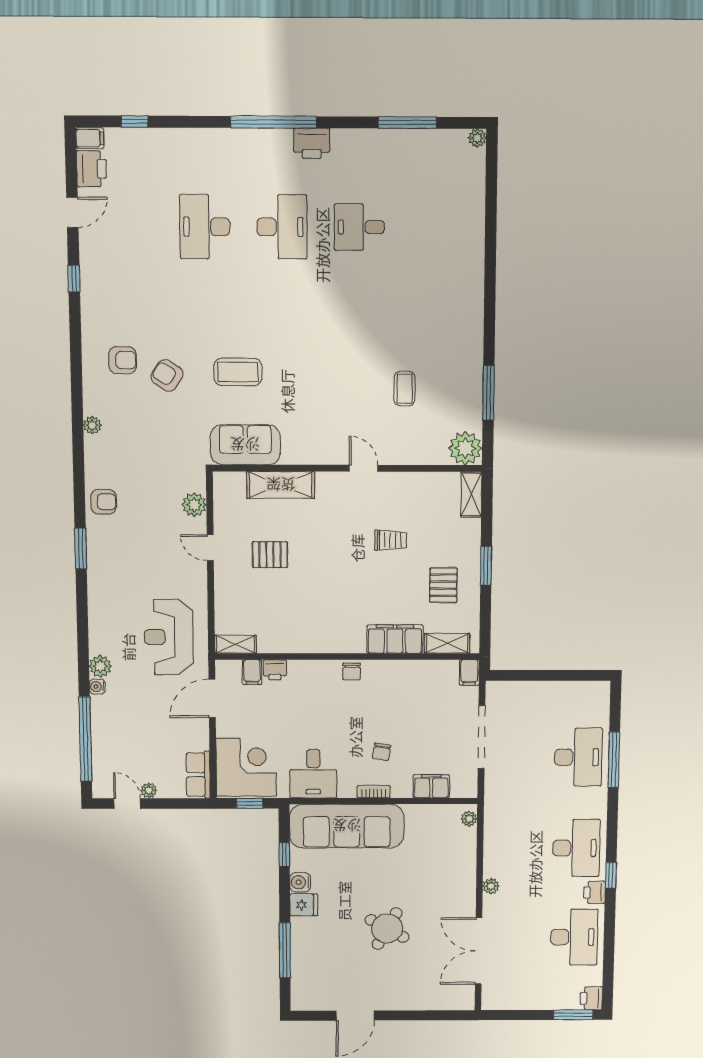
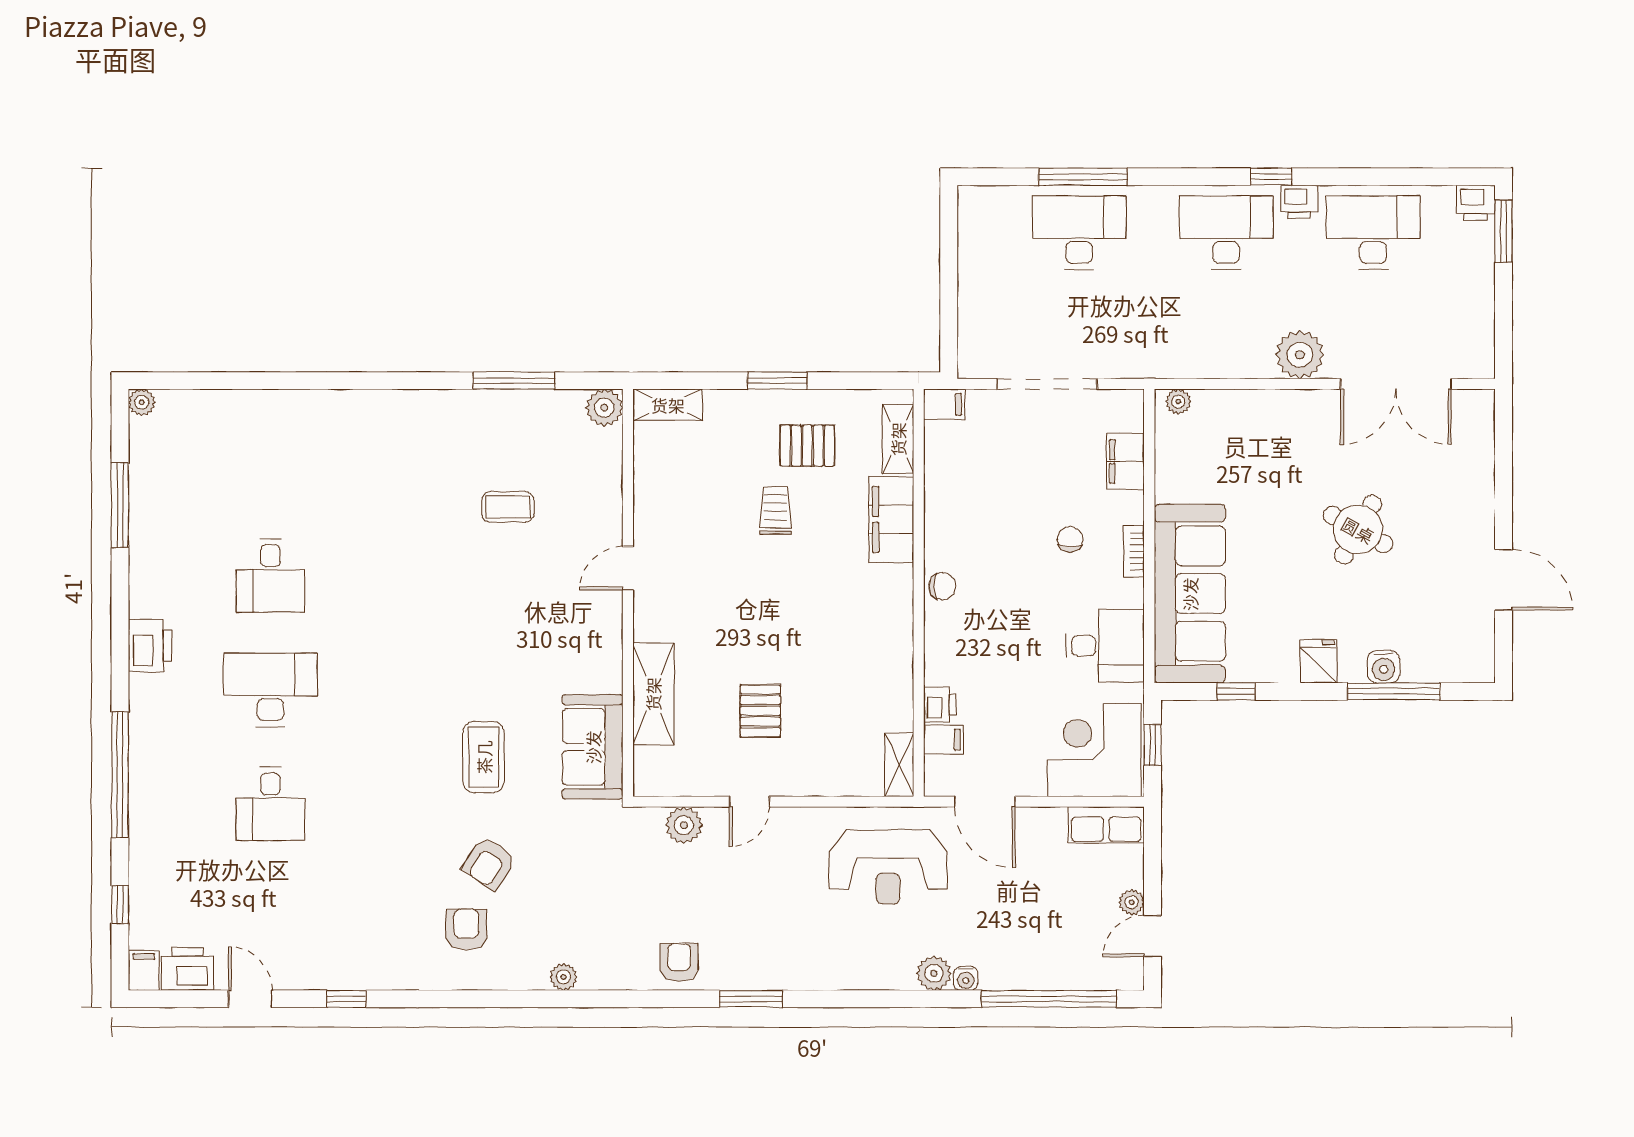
window: (274, 122) -> (120, 775), moved
desk: (205, 227) -> (270, 804), width x0.73
plant: (465, 448) -> (604, 408), width x0.73, depth x0.73
trolley: (391, 540) -> (775, 511), moved
chair: (382, 752) -> (1070, 539), turned -99
water cooler: (300, 882) -> (1384, 667), moved
plant: (491, 886) -> (1300, 355), width x1.87, depth x1.87

